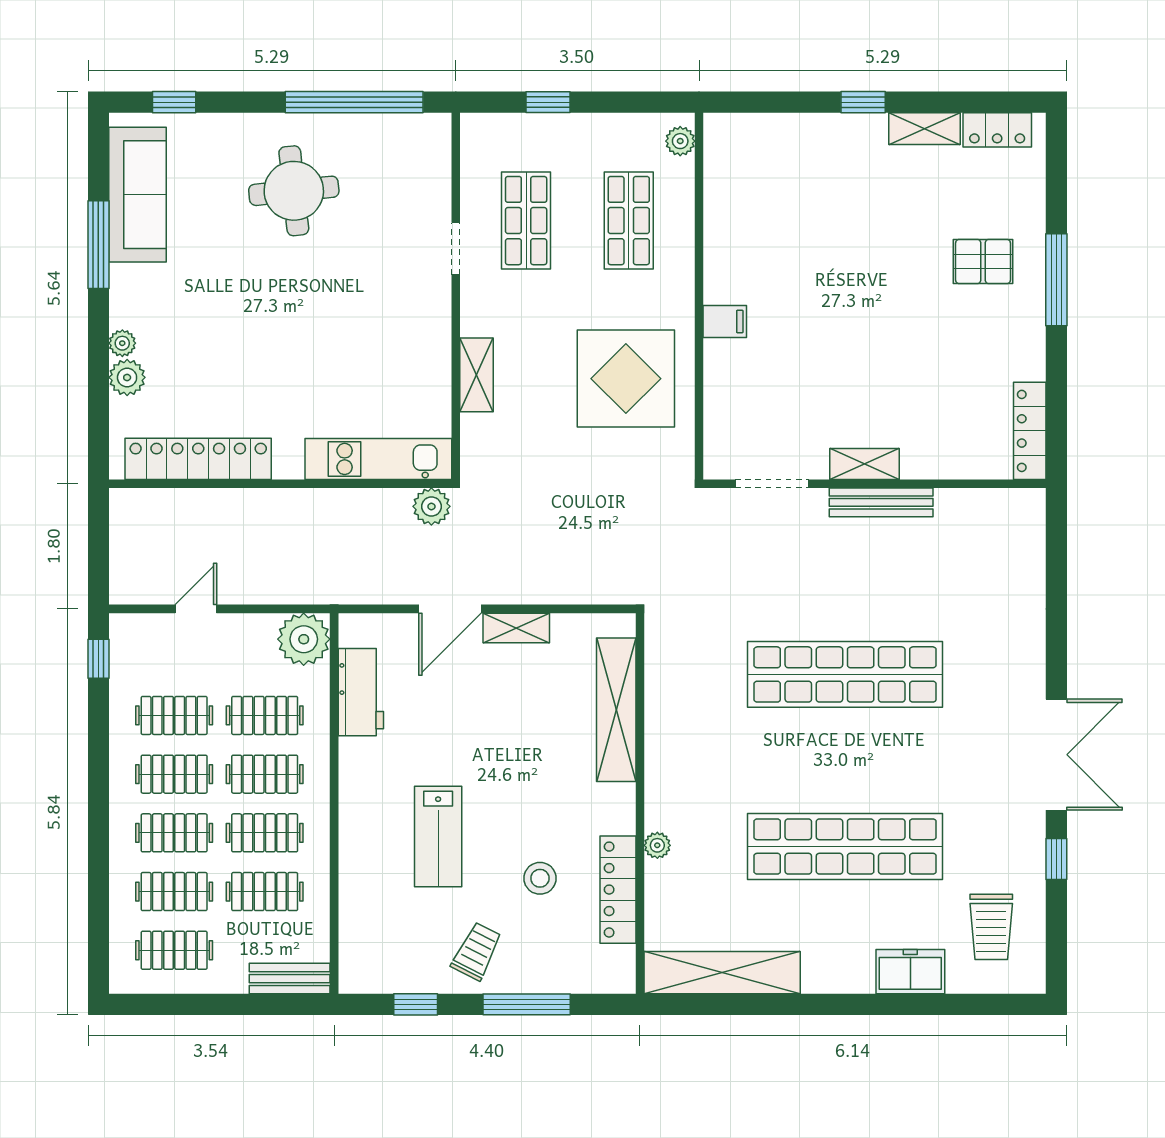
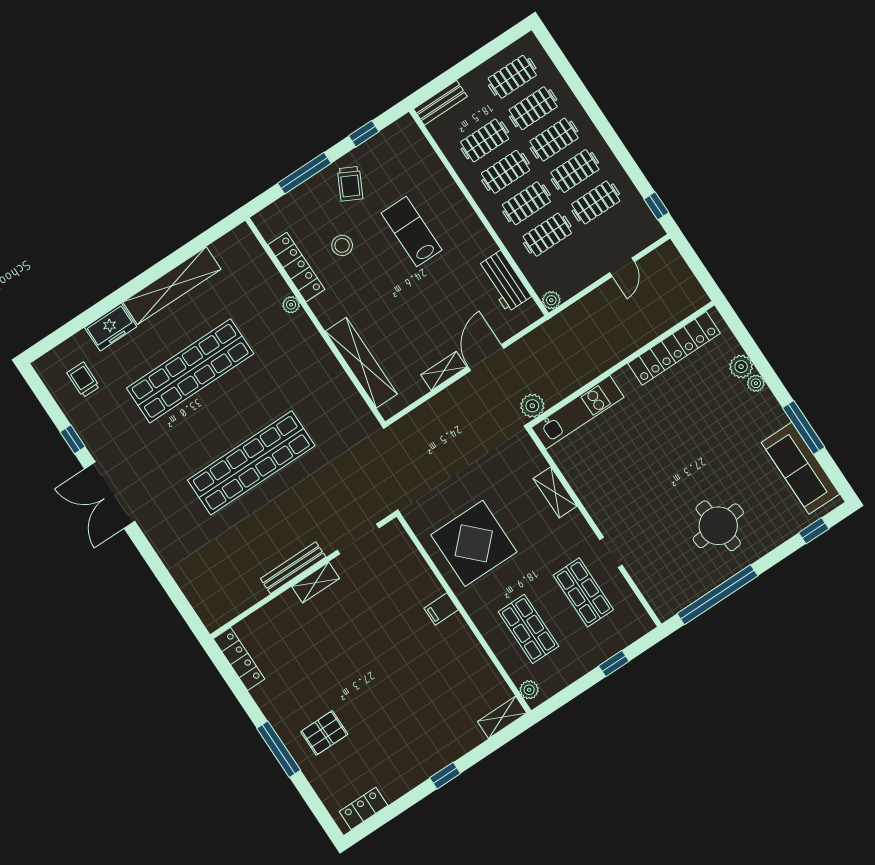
shelving: (924, 129) -> (502, 717), moved
plant: (304, 639) -> (551, 300), width x0.53, depth x0.53
trolley: (991, 927) -> (83, 380), width x0.73, depth x0.72
shelving: (722, 973) -> (172, 286), moved

